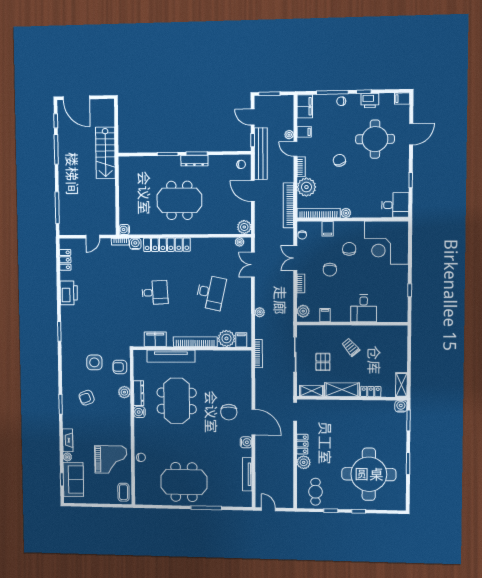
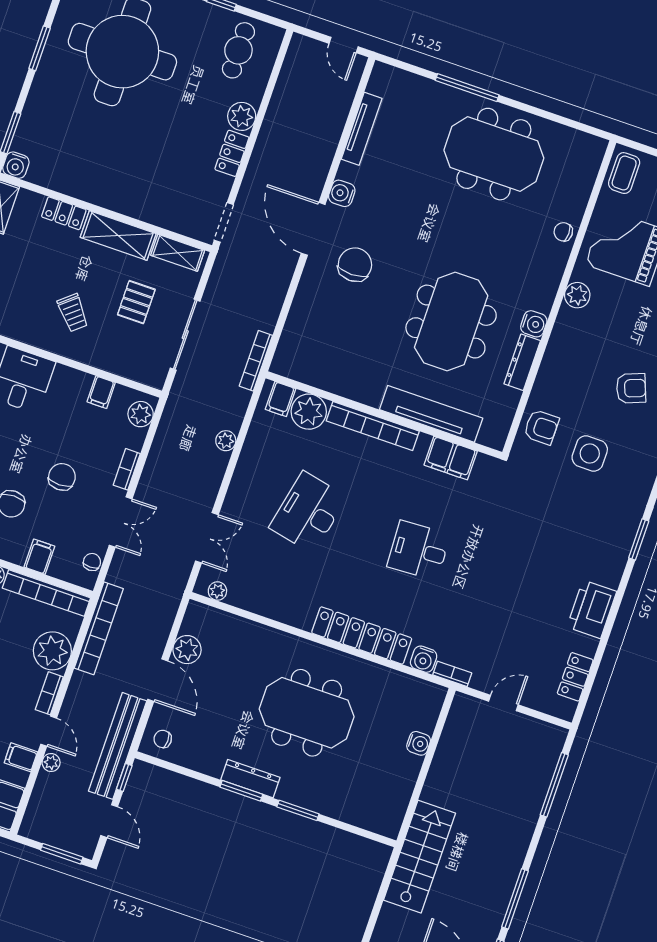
plant: (244, 227) -> (187, 650), moved
water cooler: (124, 230) -> (419, 743), moved
plant: (124, 392) -> (577, 295), moved

